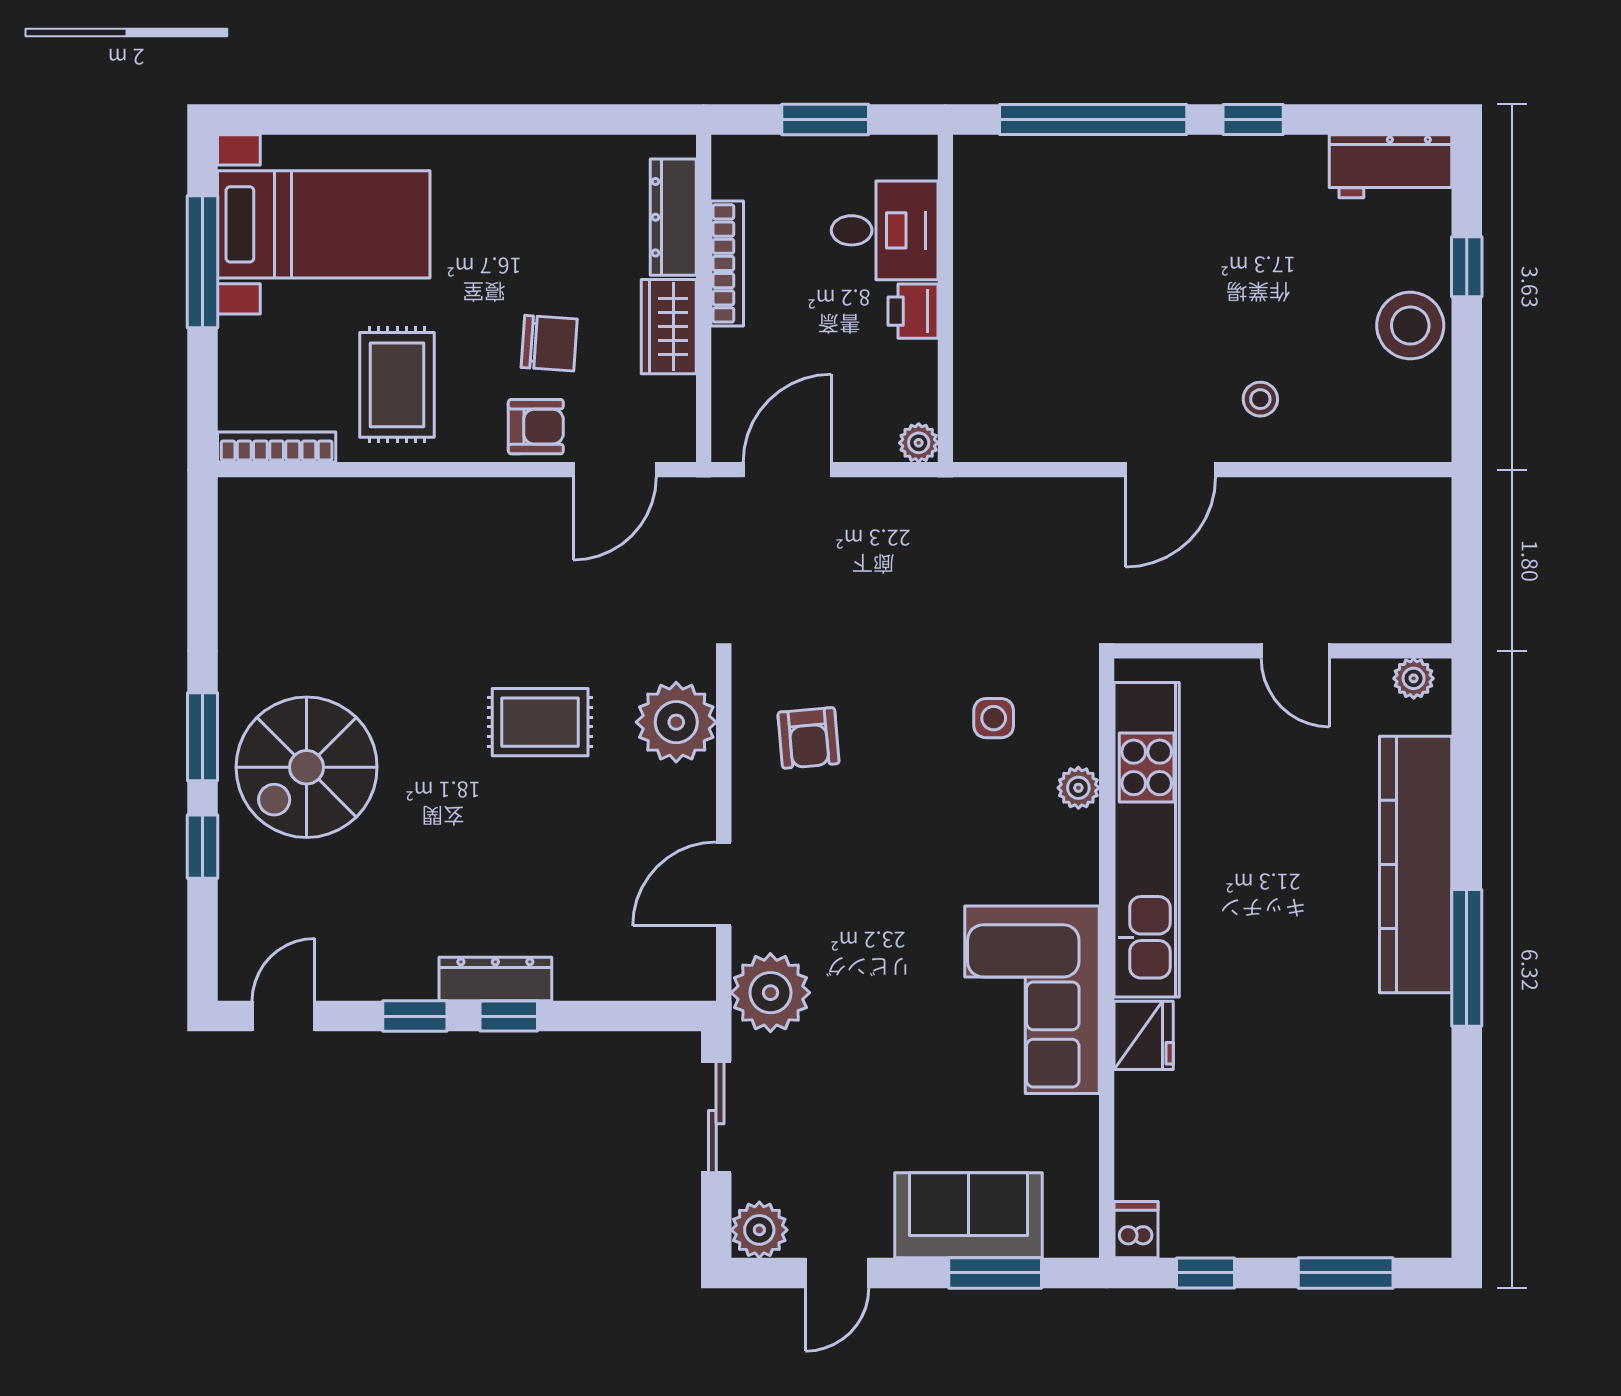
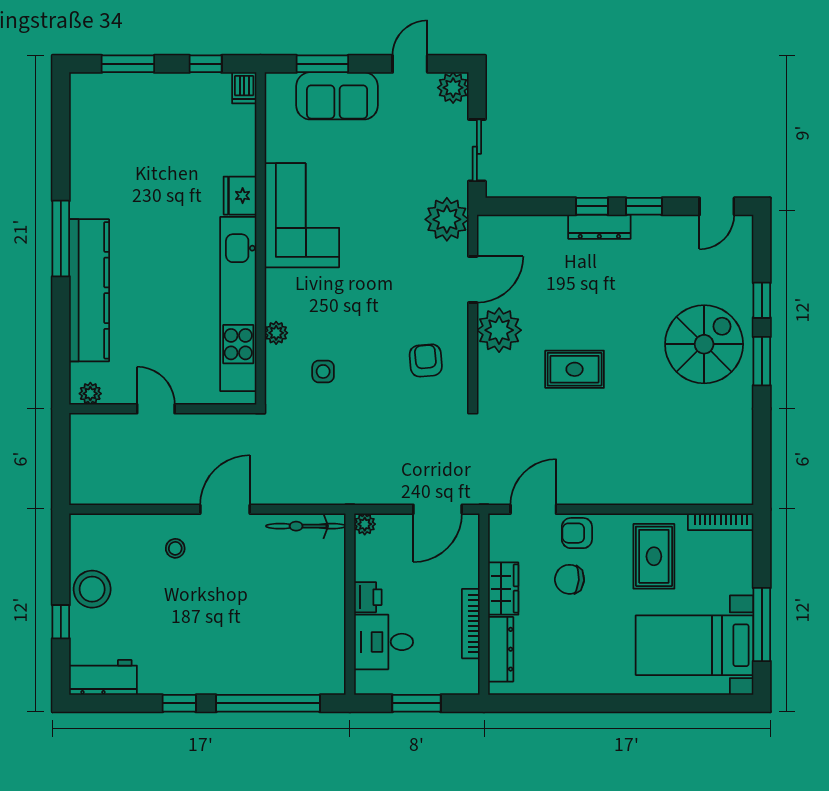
bicycle: (1025, 439) -> (306, 526), added
plant: (676, 722) -> (499, 330), moved

